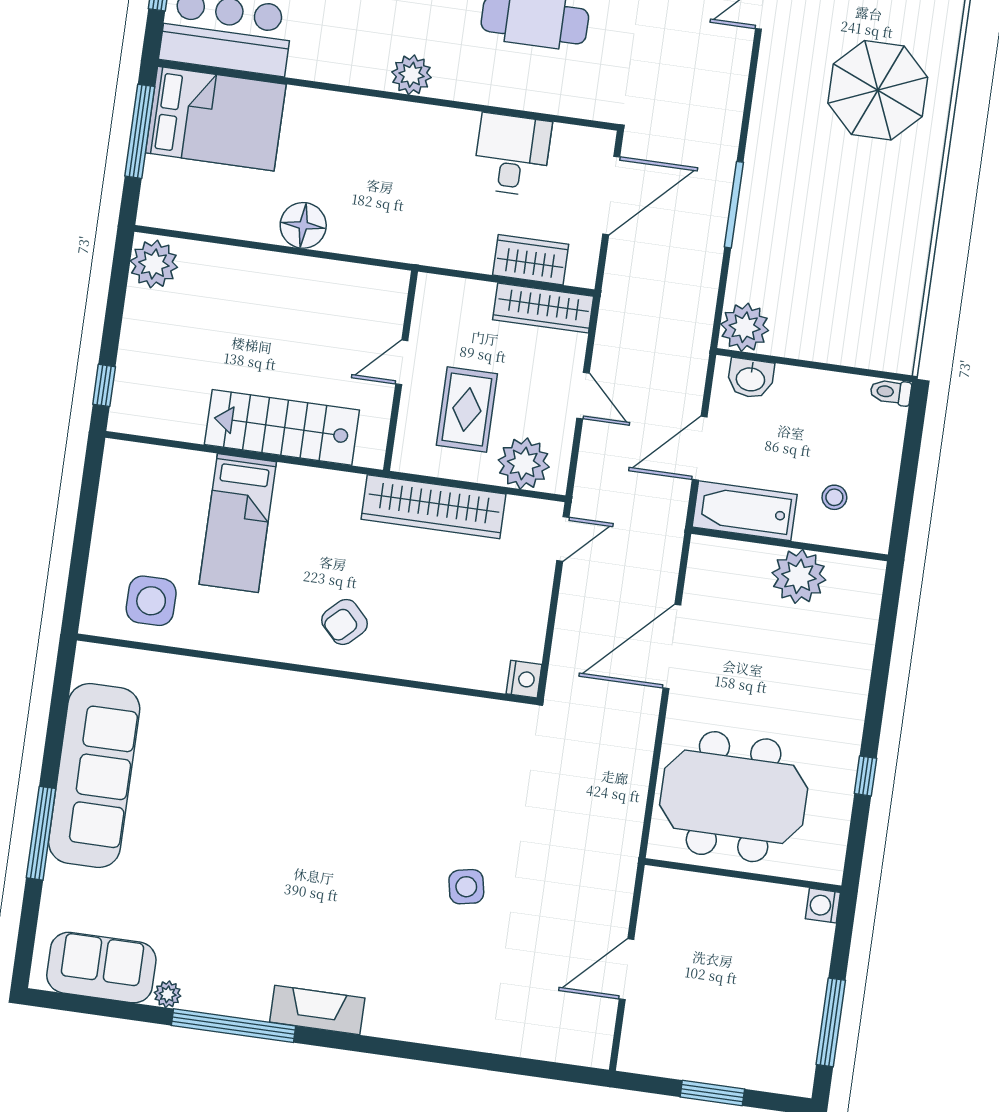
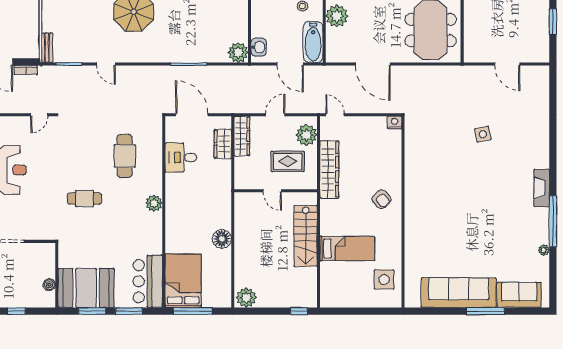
sofa: (101, 968) -> (519, 295), moved, turned 90

